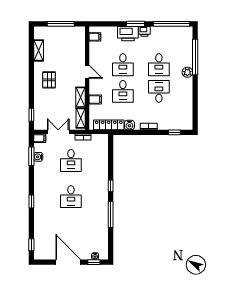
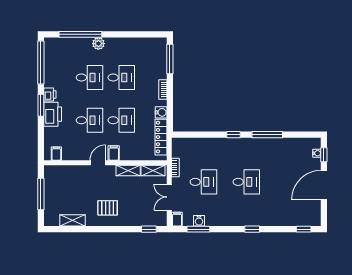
desk: (159, 91) -> (121, 77), turned 180
filing cabinet: (95, 99) -> (114, 153), moved
window: (174, 132) -> (170, 59), width x2.17

